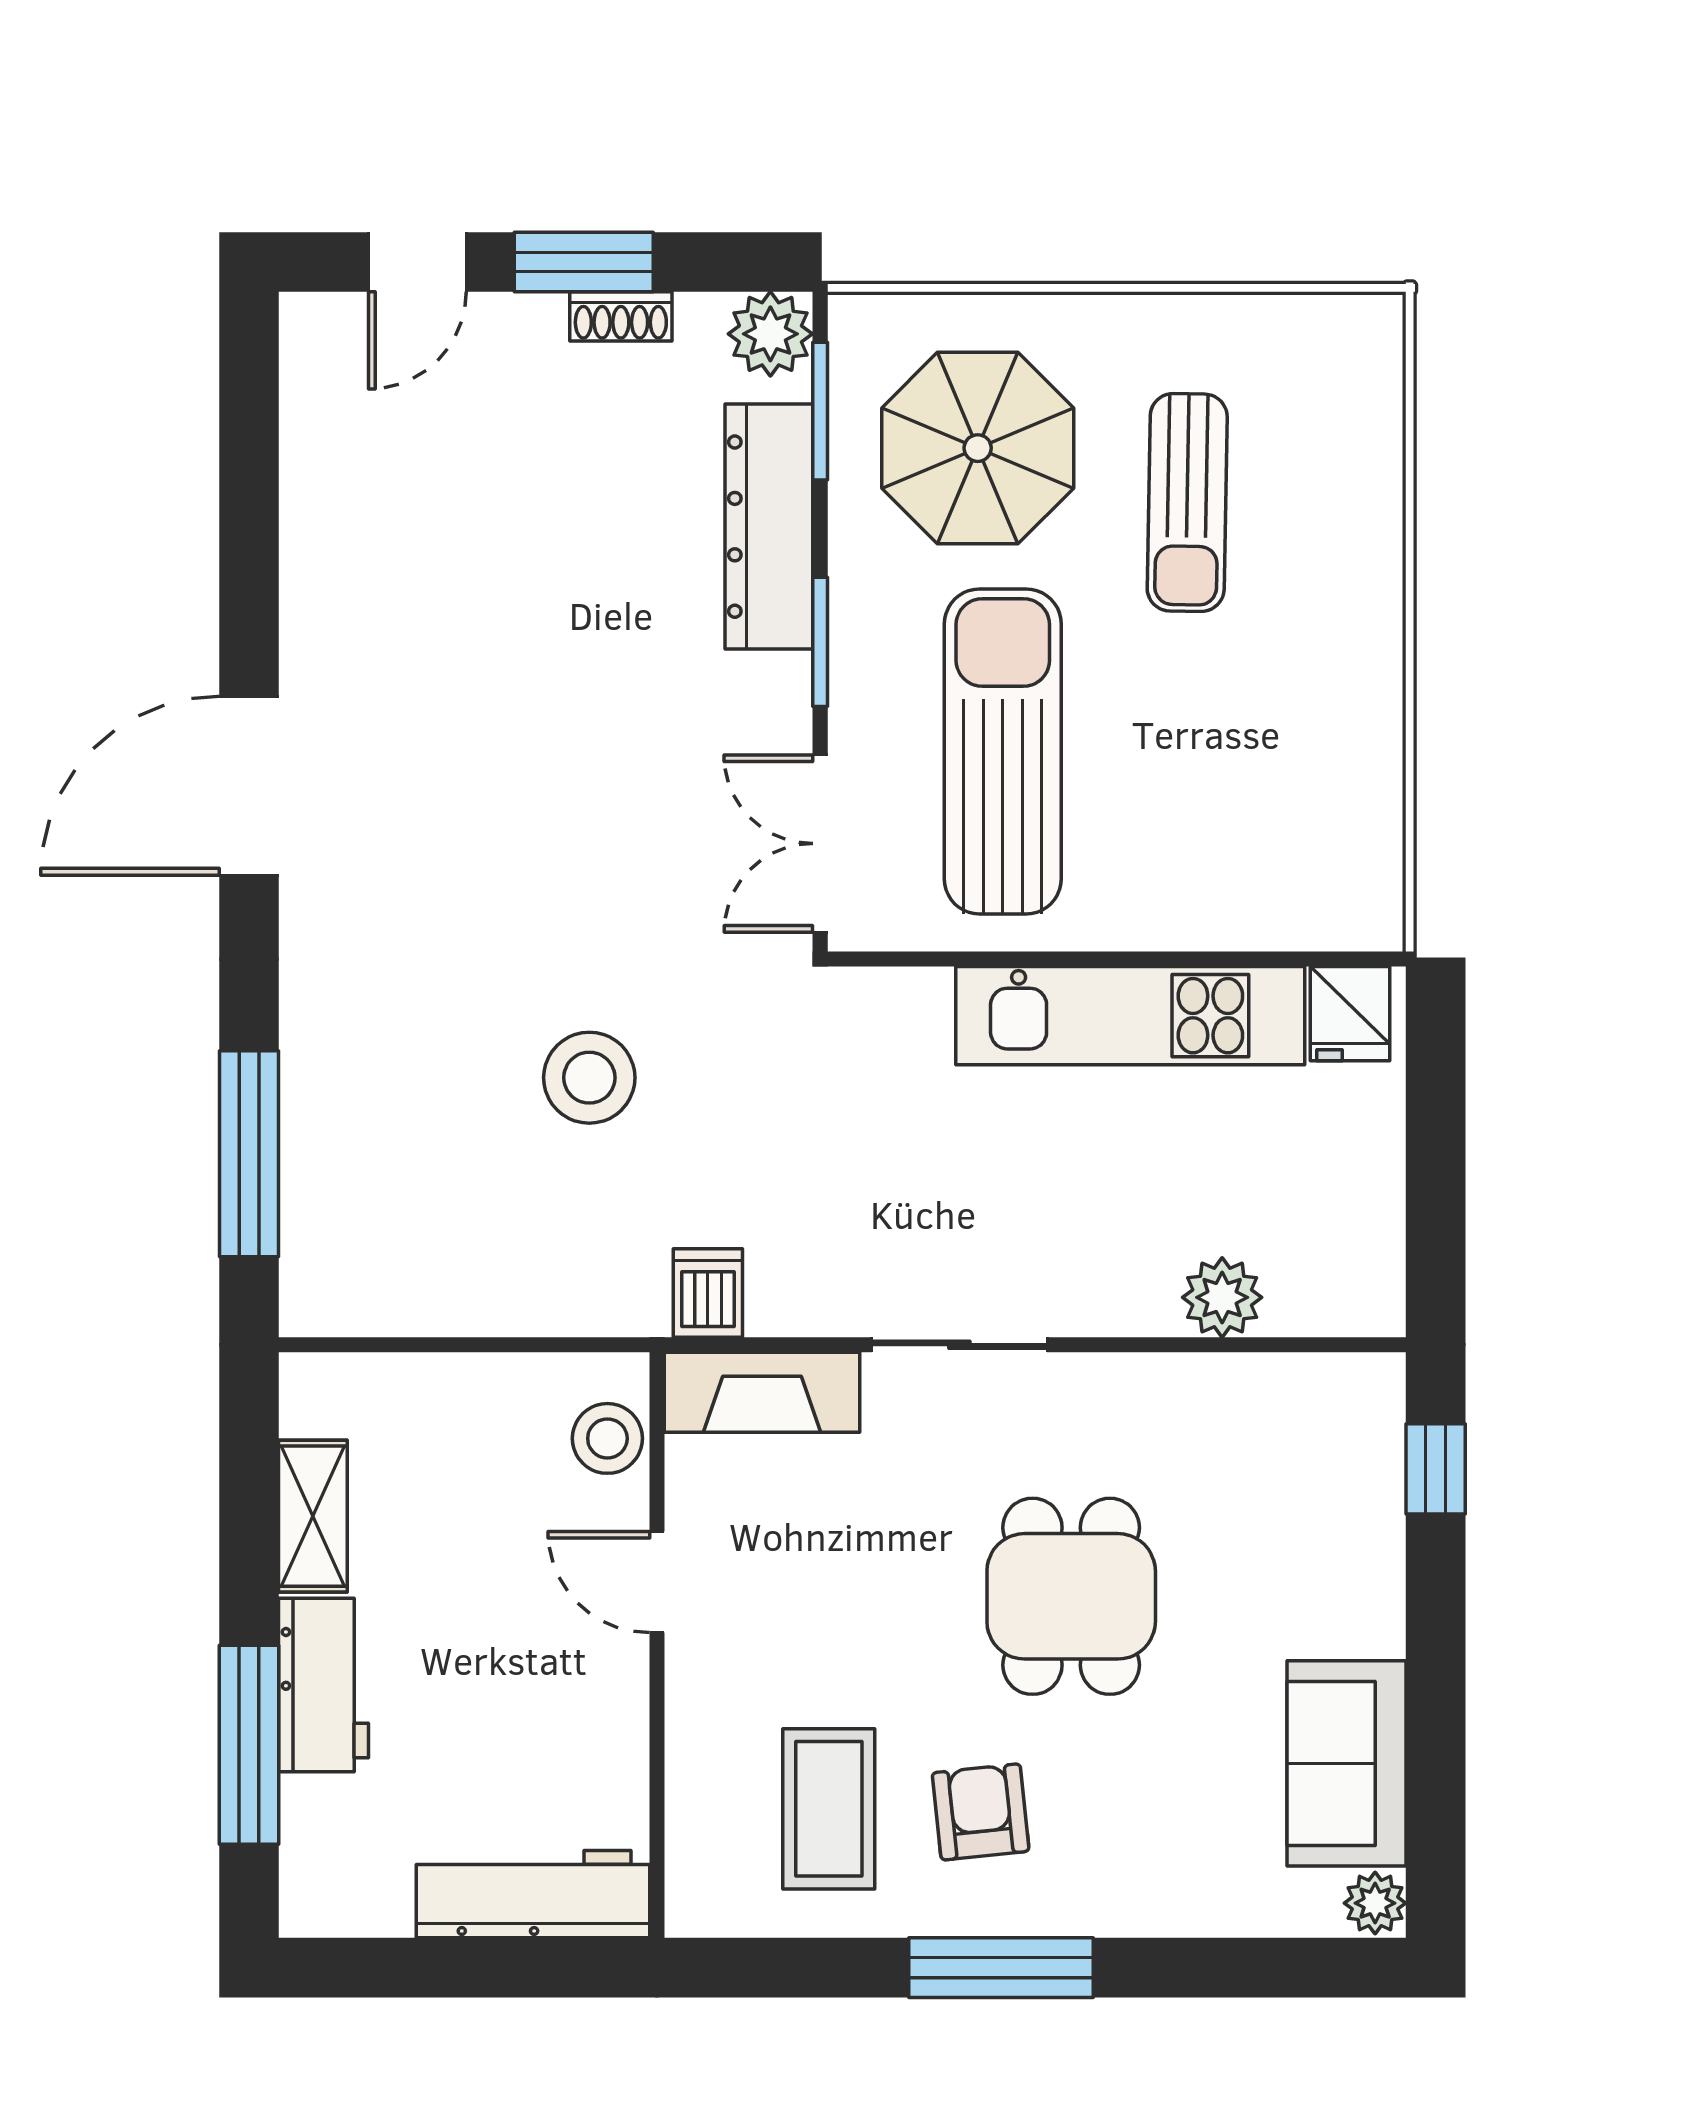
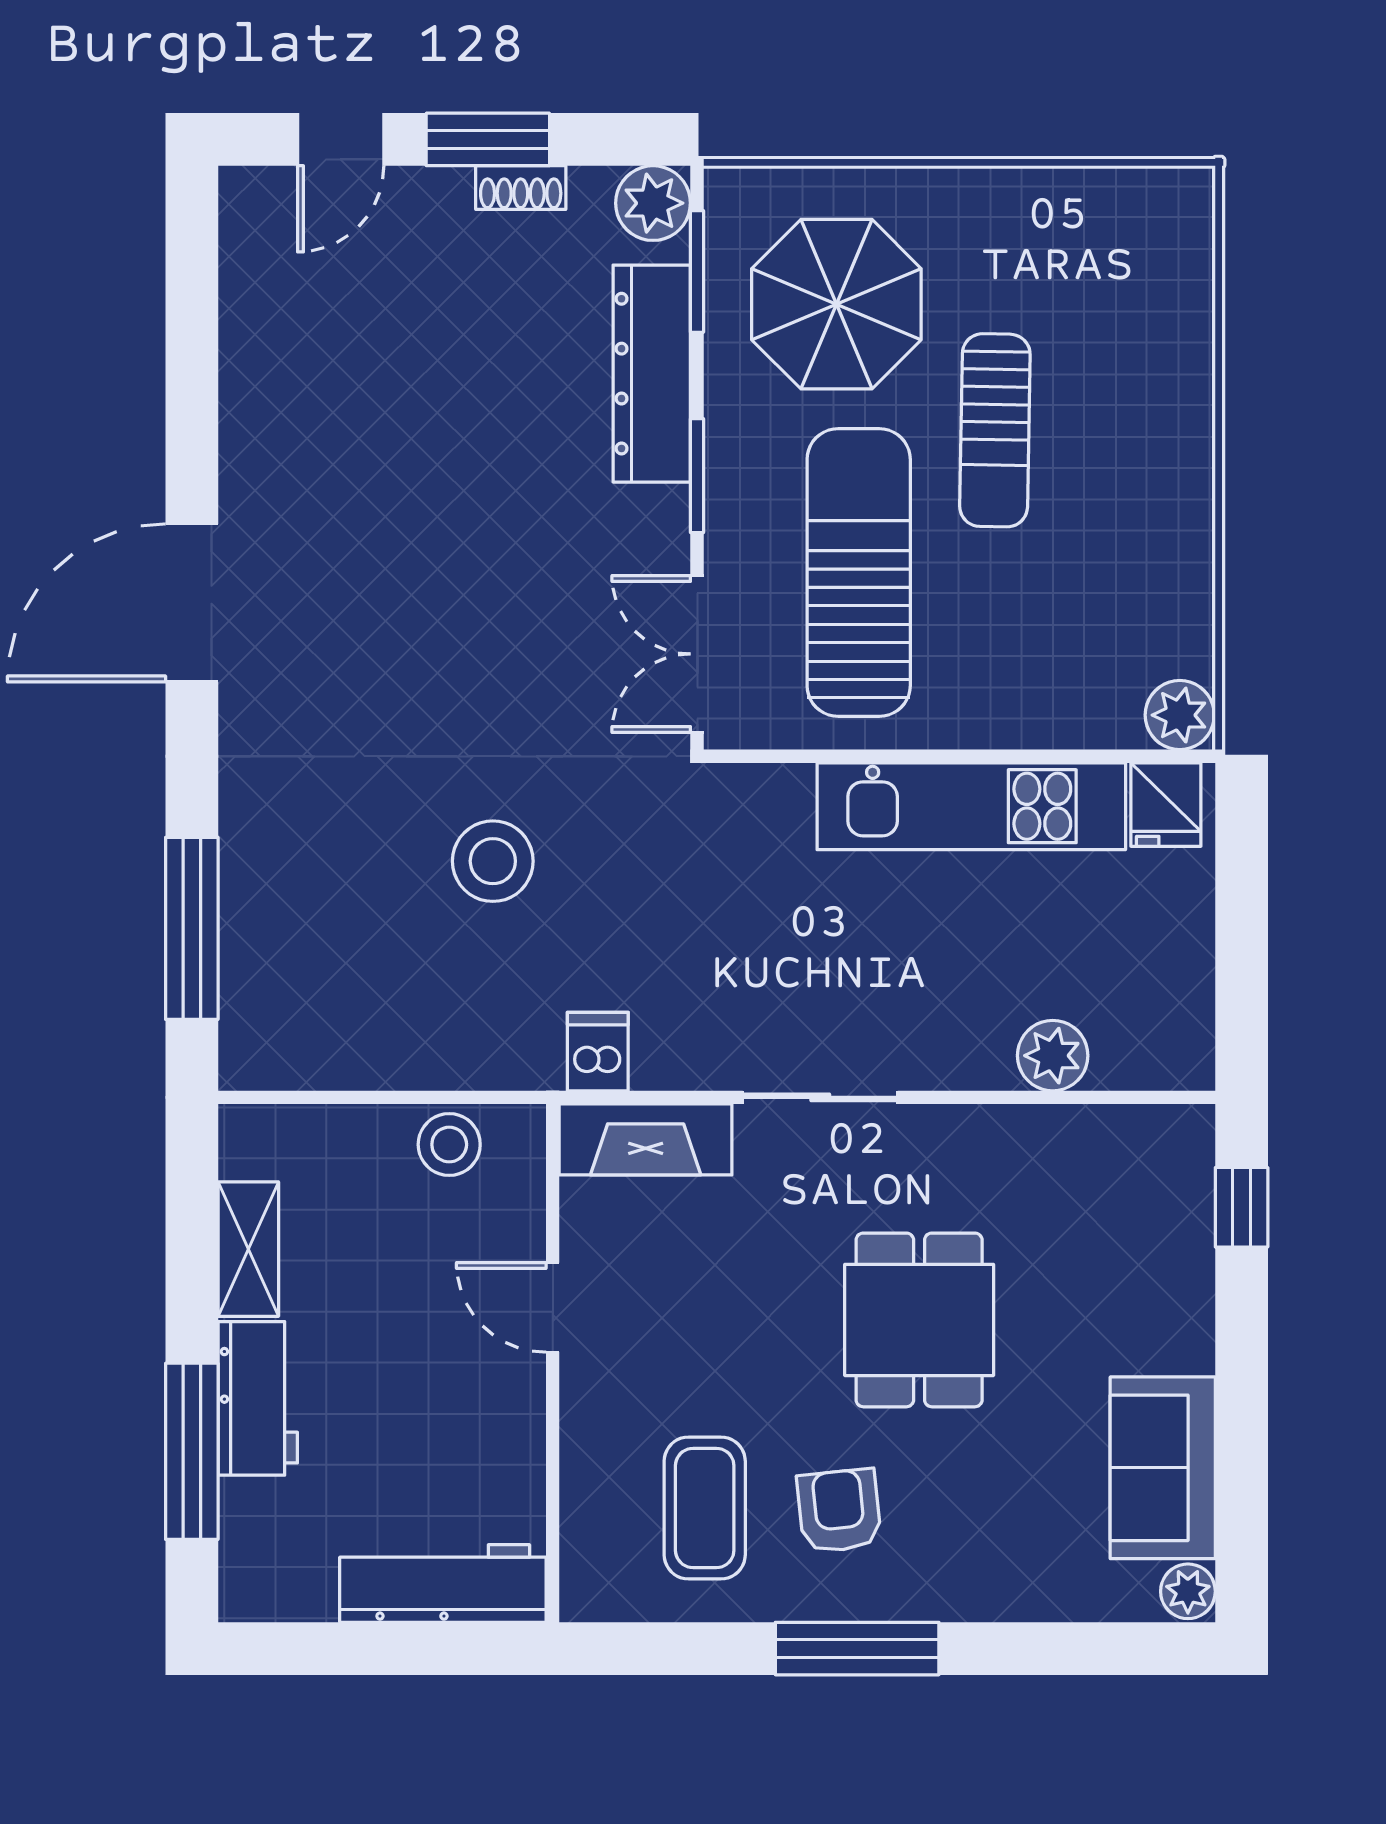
sun lounger: (1187, 503) -> (995, 430), moved
plant: (1366, 913) -> (1180, 715), added
stool: (607, 1438) -> (449, 1145), moved

